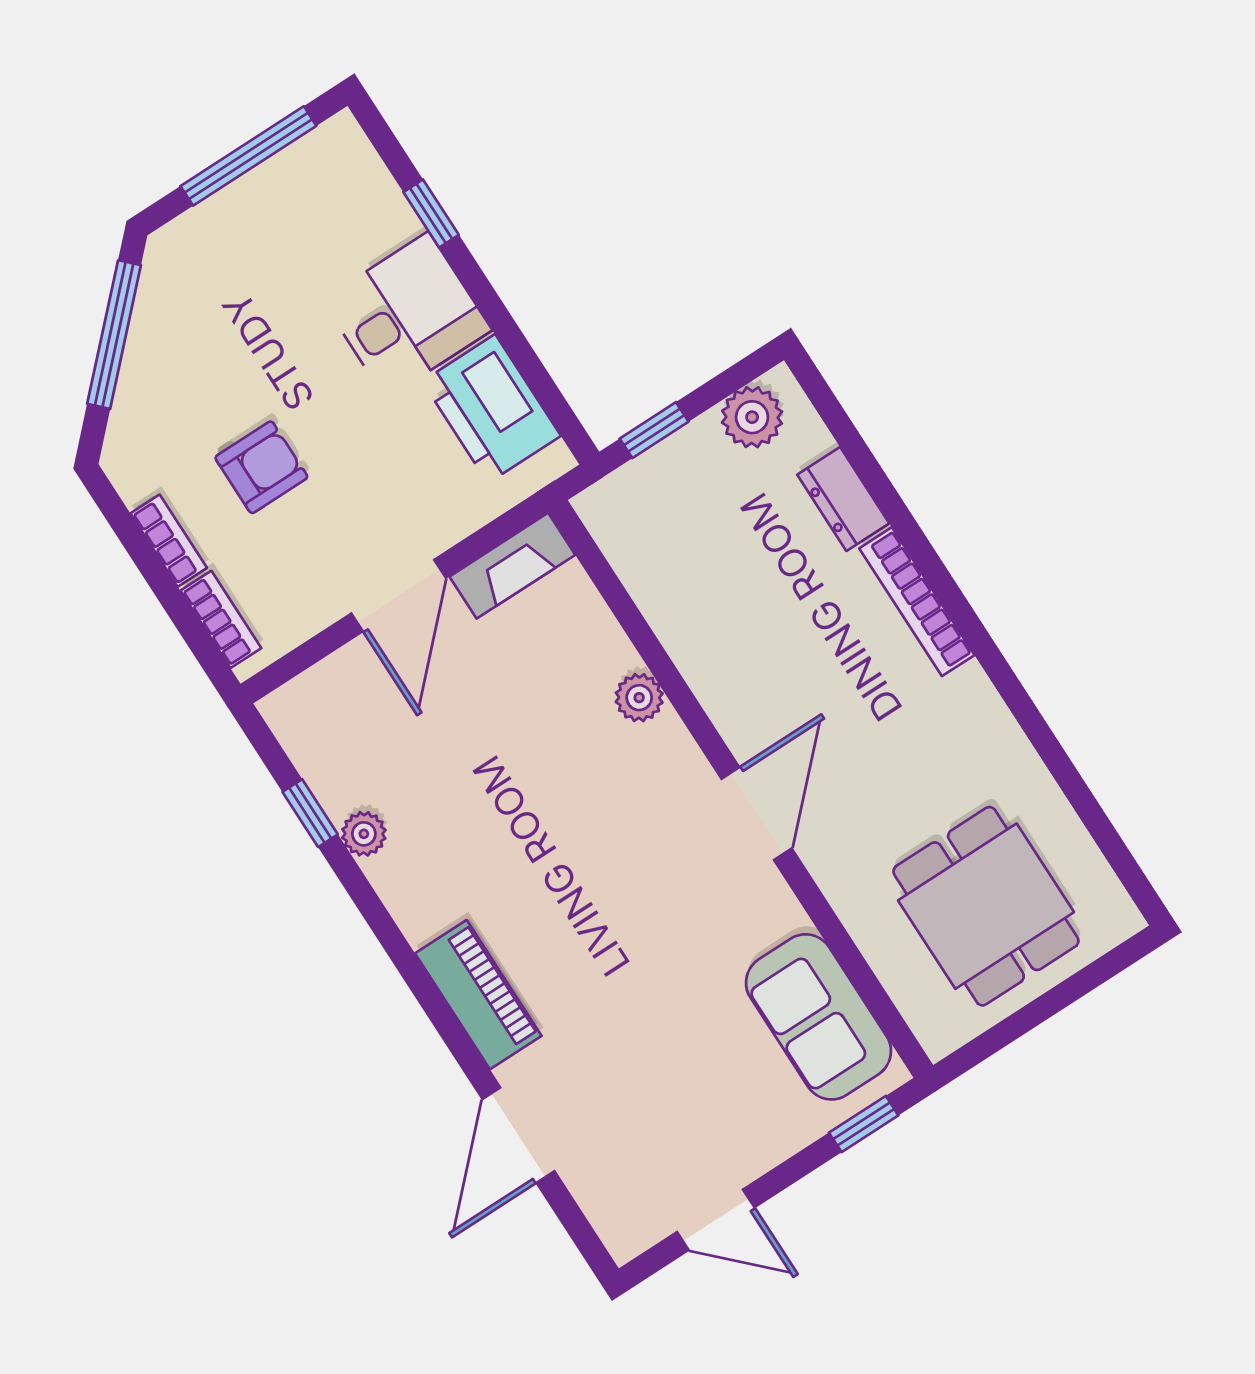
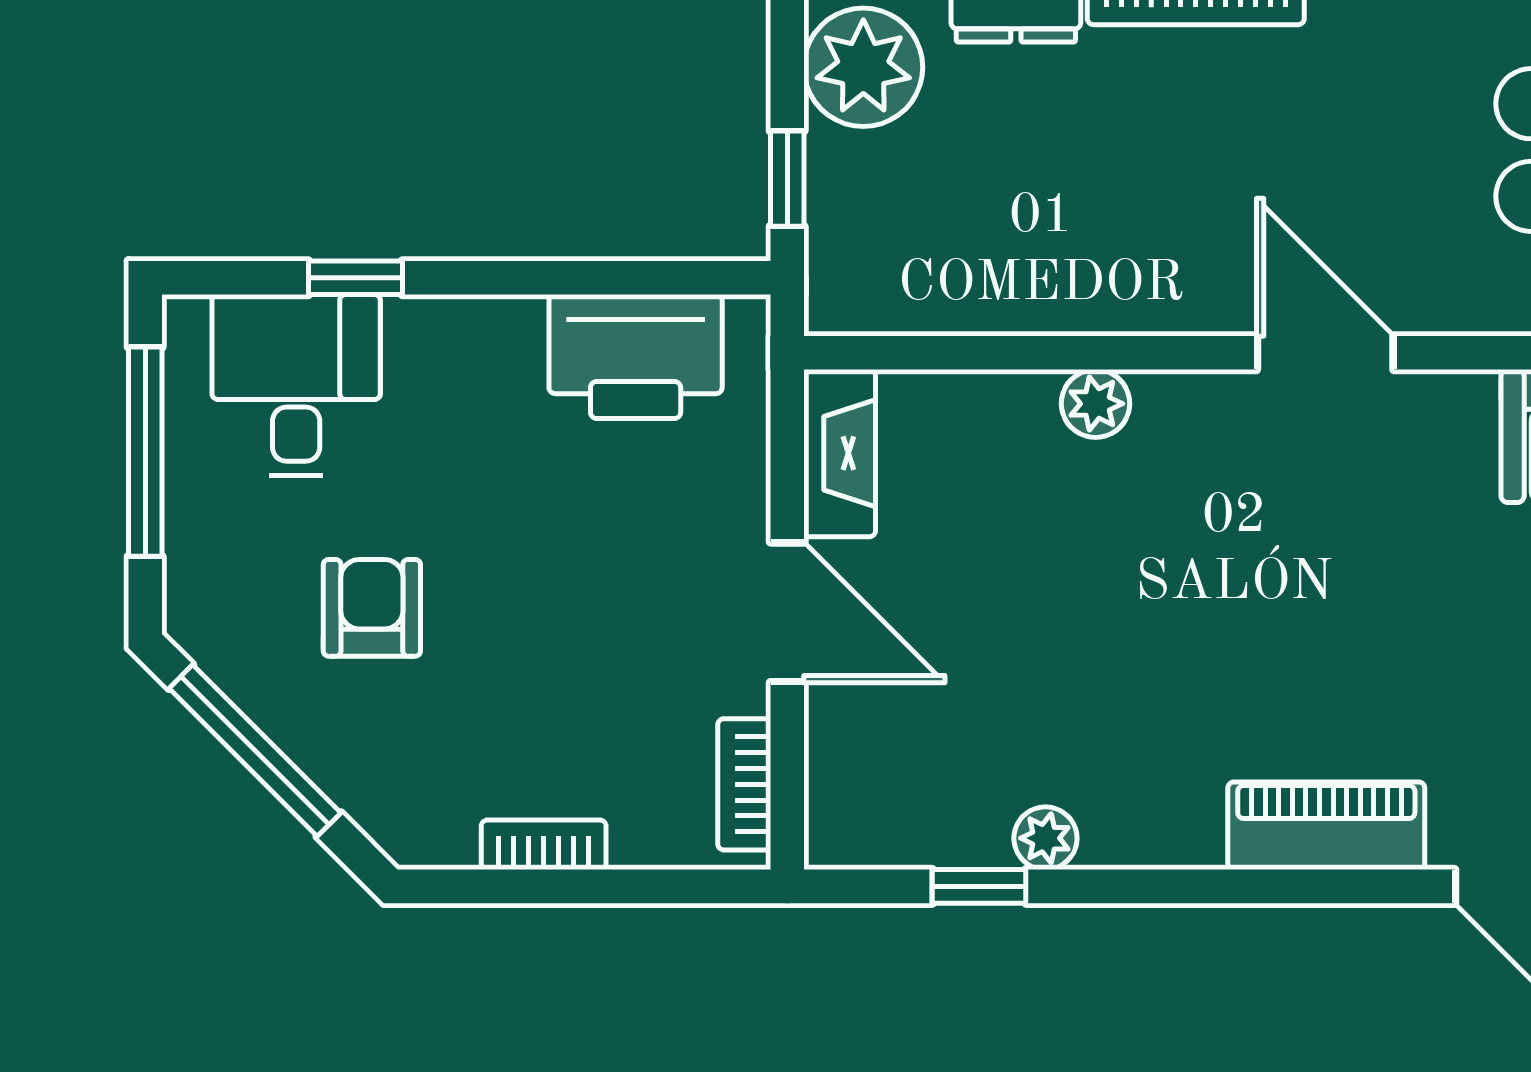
desk: (407, 315) -> (296, 385), moved
plant: (752, 417) -> (863, 67), width x1.36, depth x1.36
armchair: (261, 467) -> (372, 608), moved
bookcase: (221, 619) -> (744, 784), moved, turned -90

